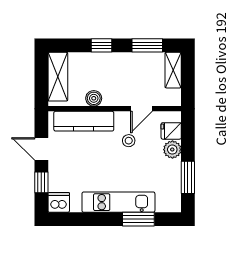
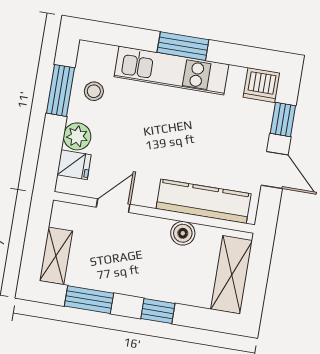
stool: (129, 141) -> (94, 91), moved
window: (138, 219) -> (183, 46), moved

